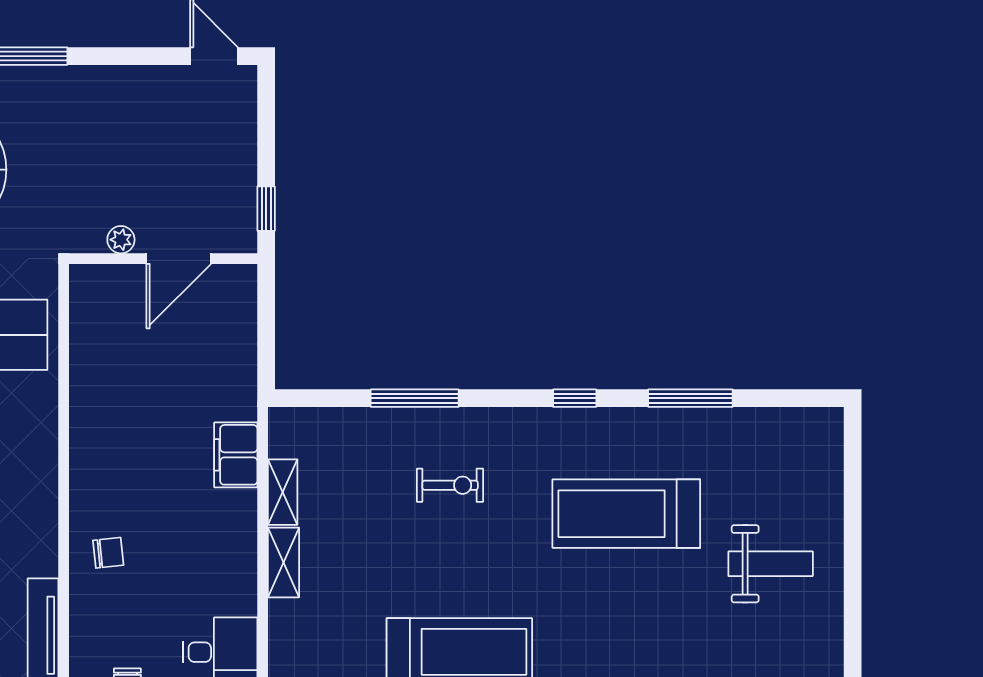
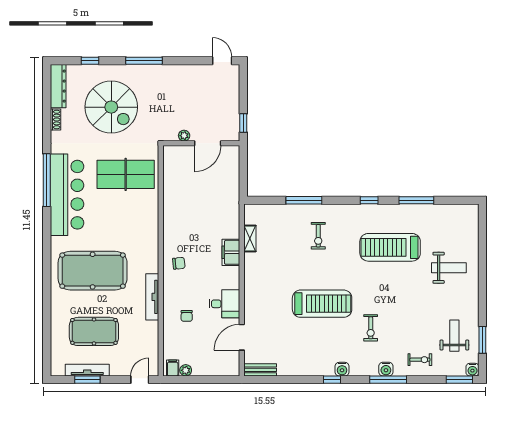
filing cabinet: (236, 455) -> (231, 252), moved
exercise bike: (450, 485) -> (318, 236), turned 90
shelving: (284, 562) -> (250, 267), removed

